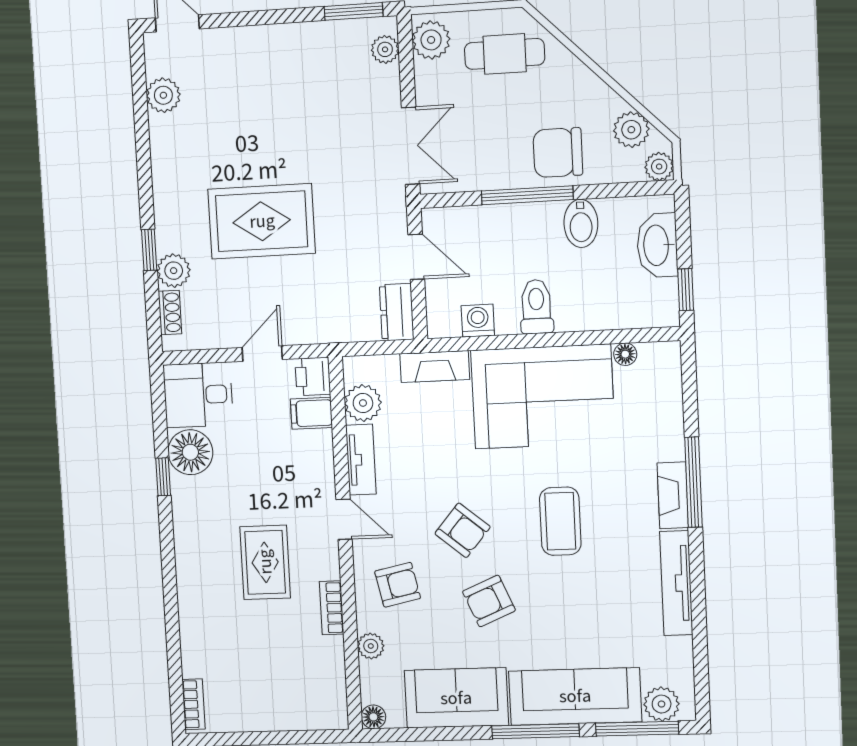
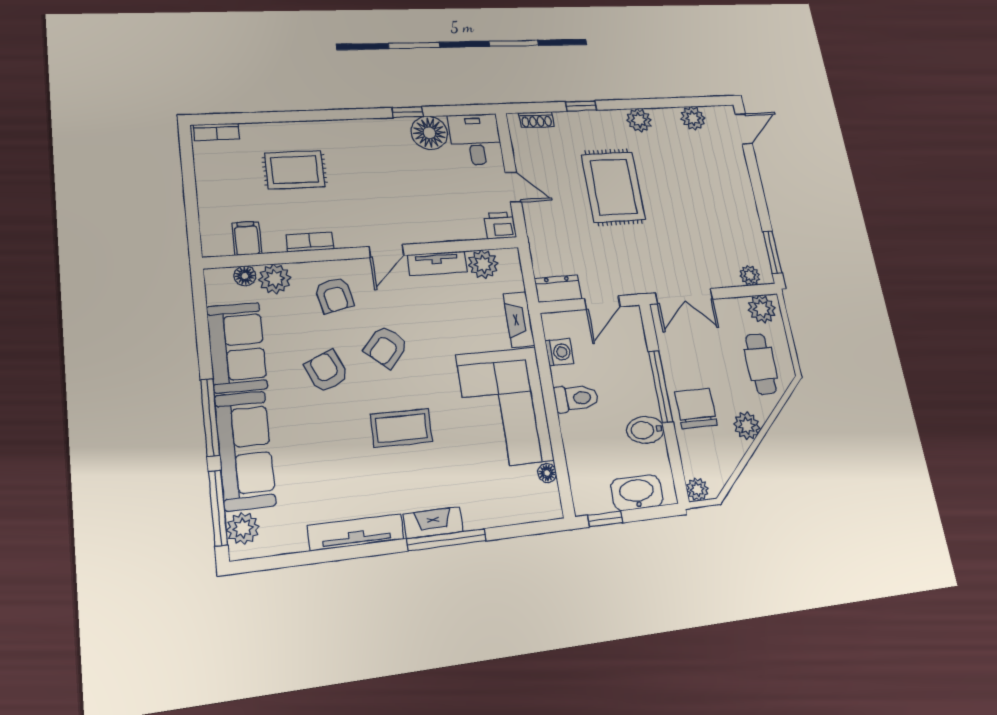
plant: (631, 130) -> (747, 426), moved
plant: (174, 271) -> (639, 120), moved
filing cabinet: (311, 413) -> (247, 238), moved
rug: (265, 562) -> (295, 170), moved
plant: (371, 646) -> (275, 279), width x1.38, depth x1.38
floor lamp: (373, 717) -> (245, 276), moved

